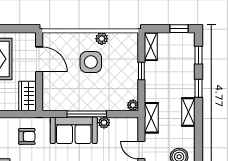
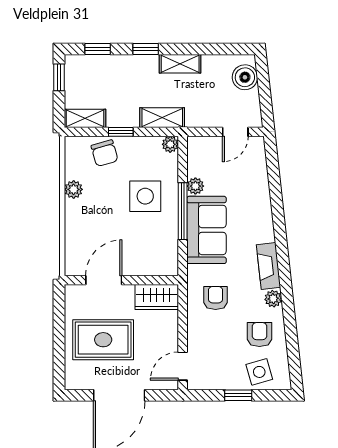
chair: (127, 60) -> (105, 153), added
side table: (91, 62) -> (145, 196), moved
shelving: (151, 118) -> (162, 118), moved

